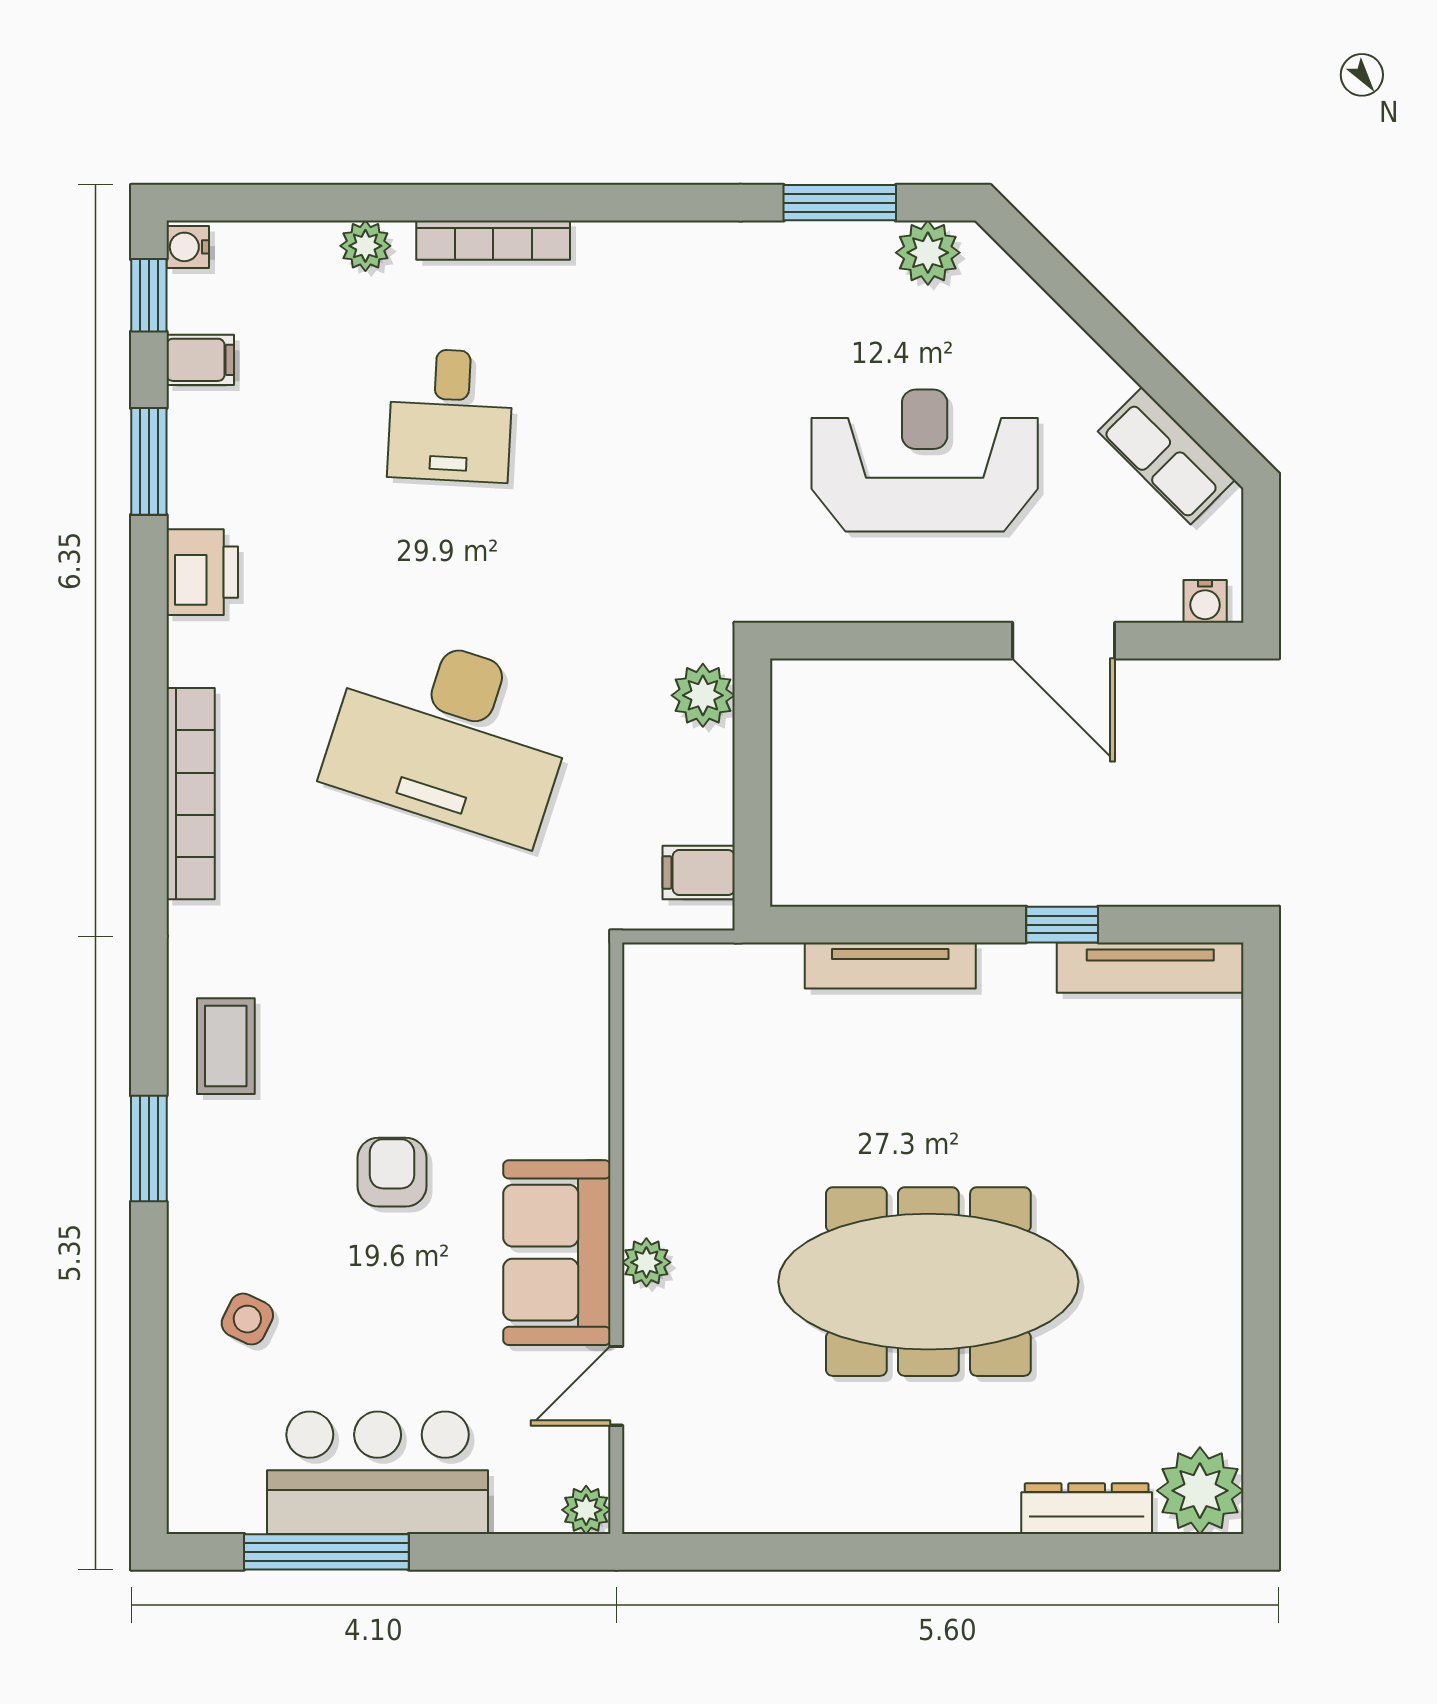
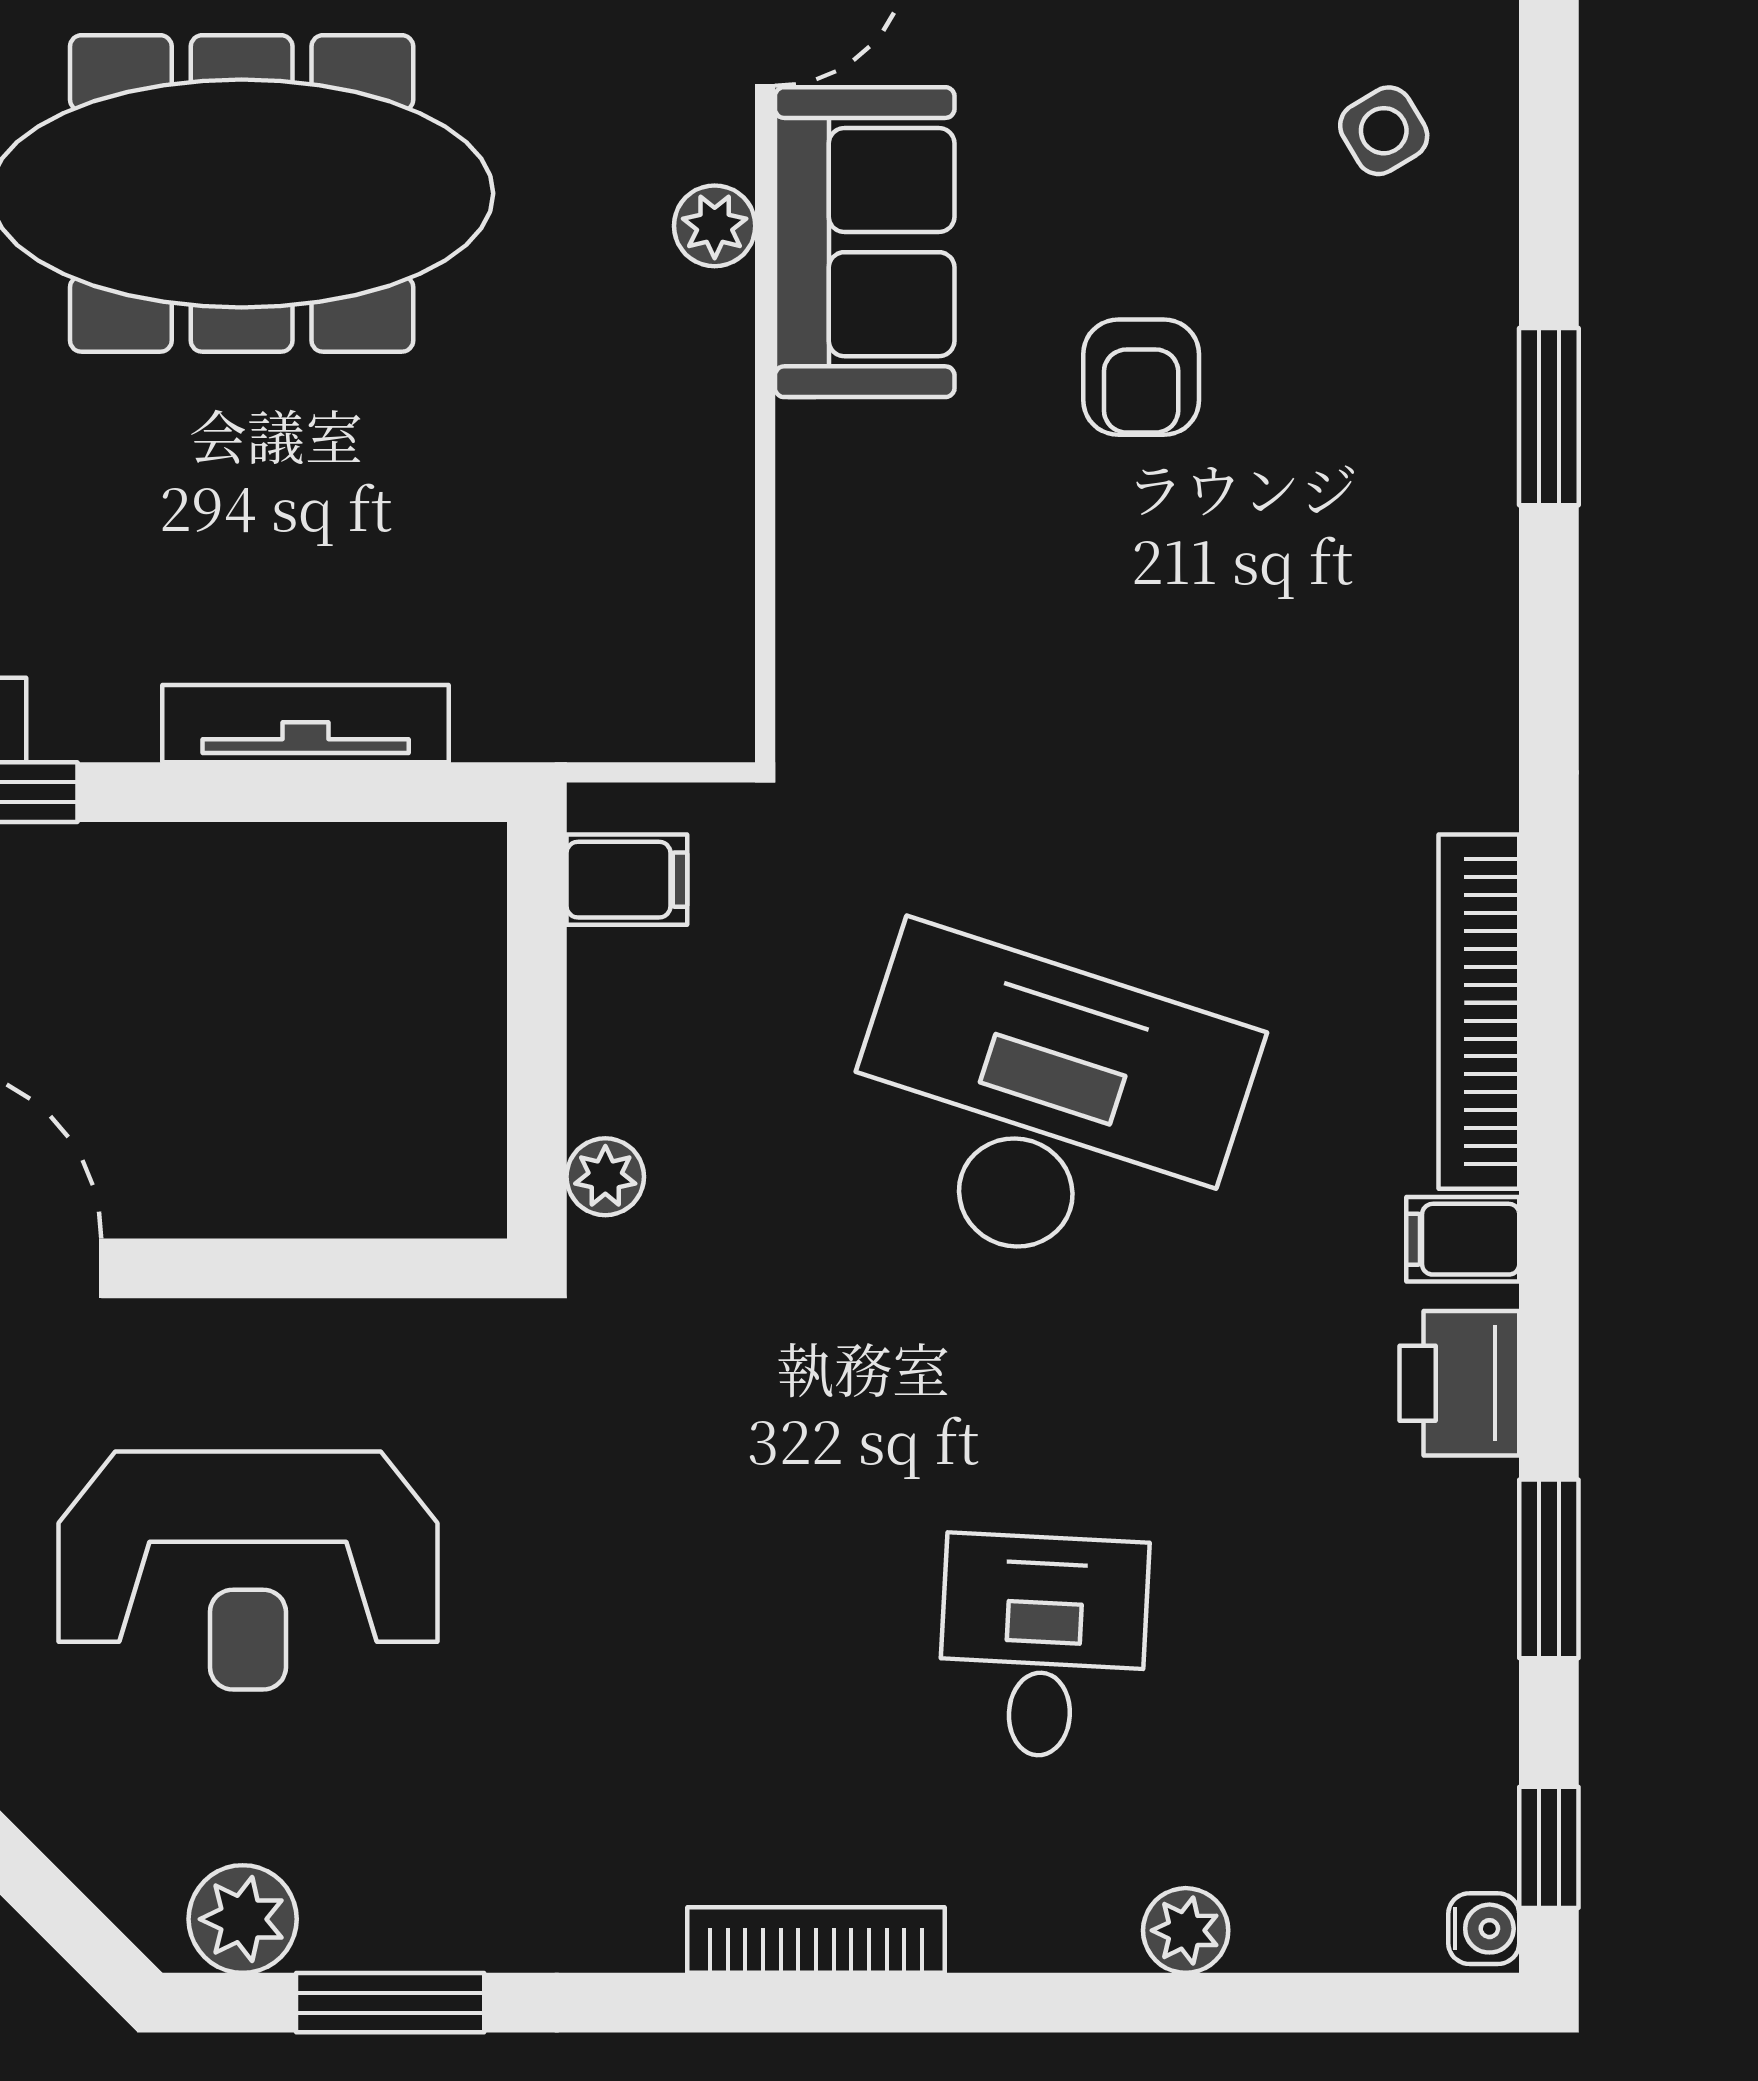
bookcase: (493, 240) -> (816, 1940), moved
filing cabinet: (200, 360) -> (1463, 1239), moved
plant: (703, 695) -> (605, 1177), width x0.73, depth x0.73
coffee table: (226, 1046) -> (1420, 589), removed
side table: (247, 1319) -> (1384, 131), turned 33

